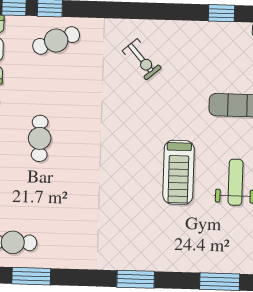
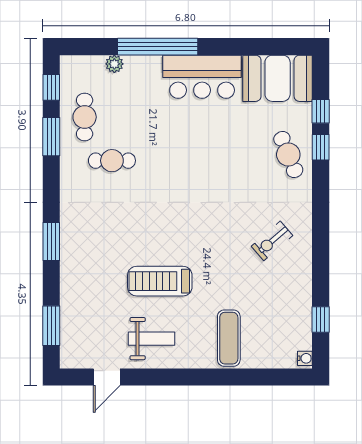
cafe table: (40, 138) -> (112, 161), moved

